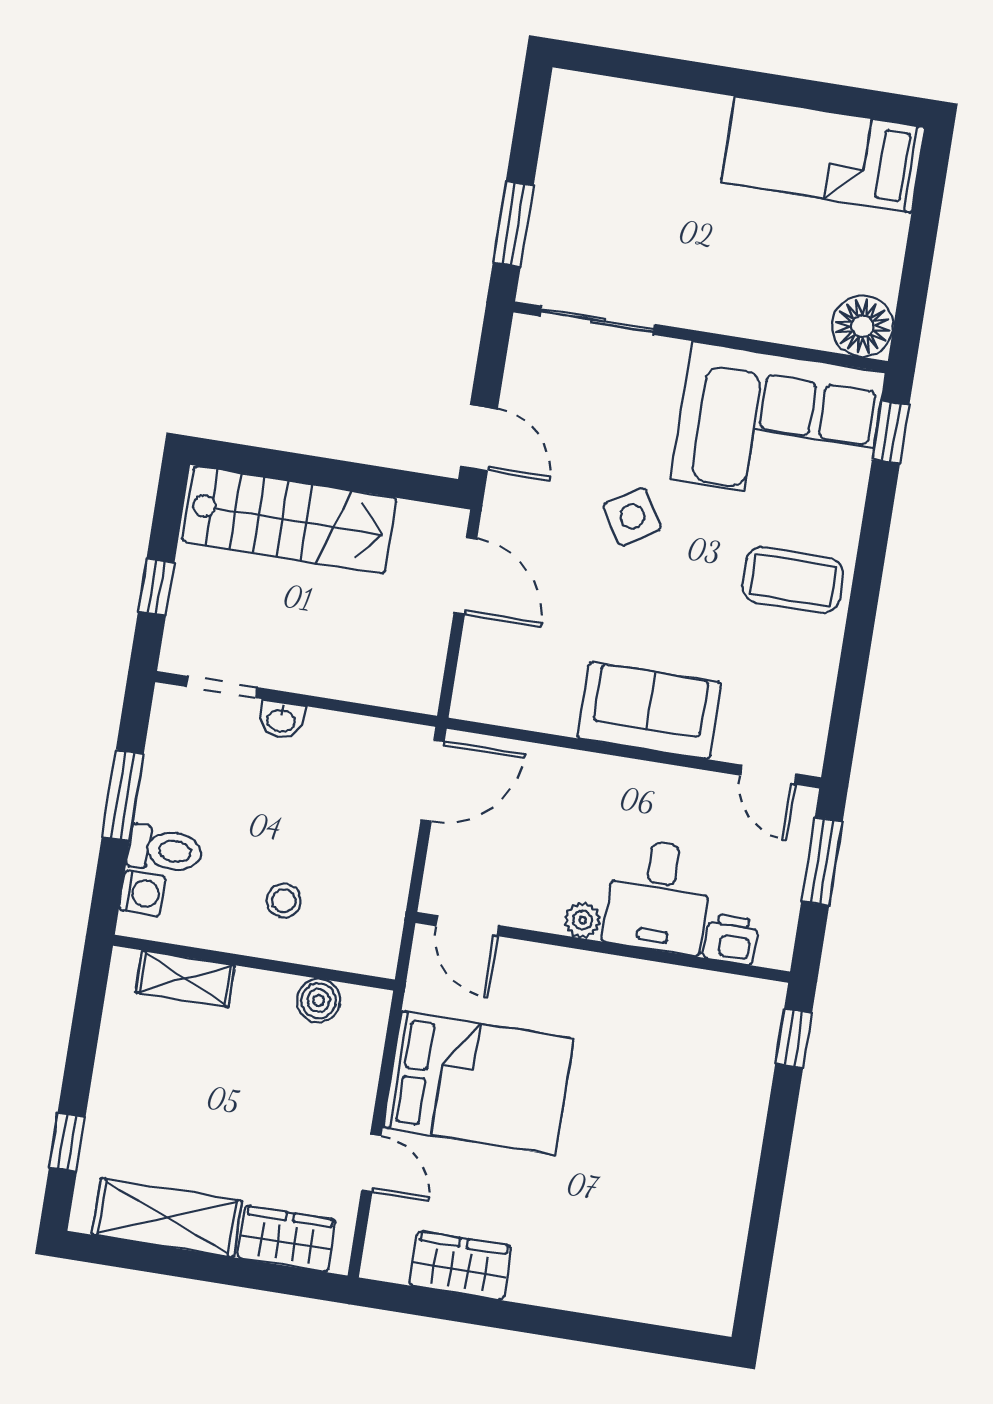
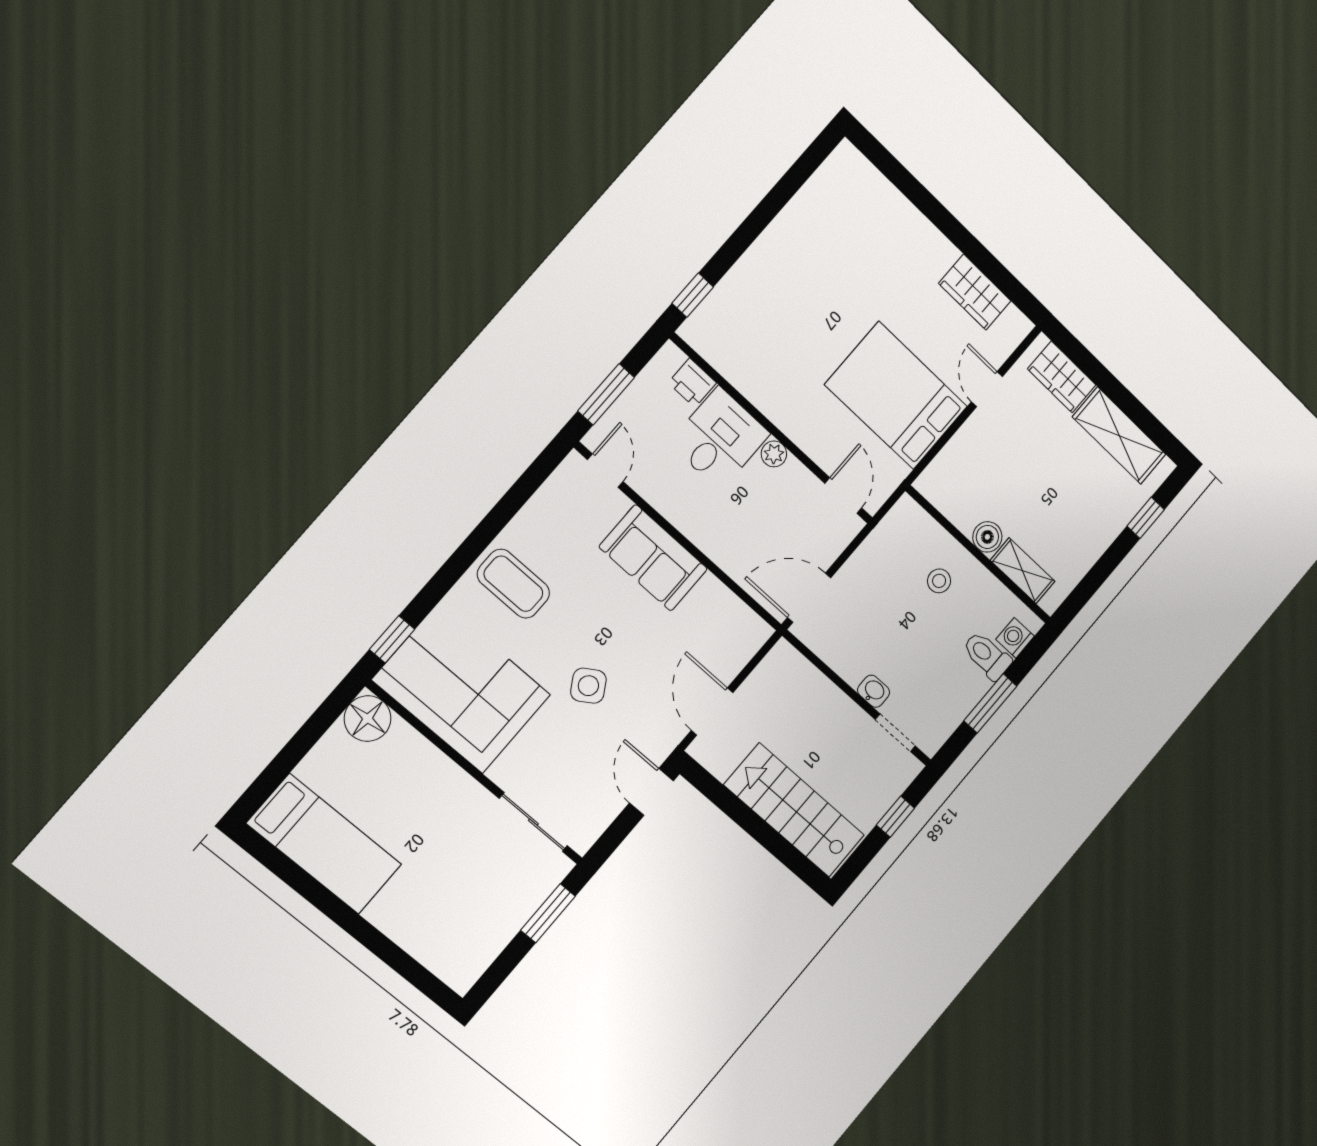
boiler: (318, 1001) -> (987, 537), moved

